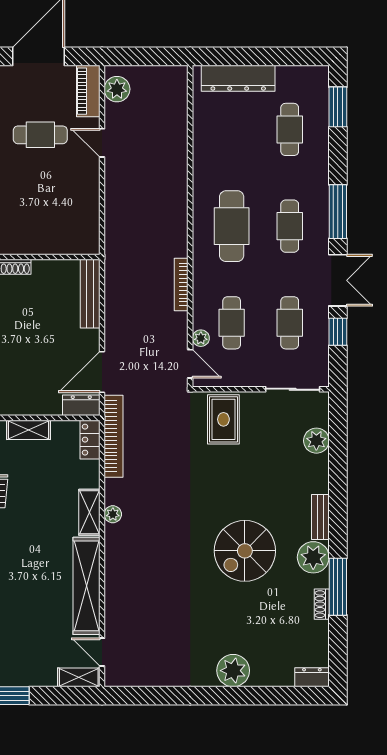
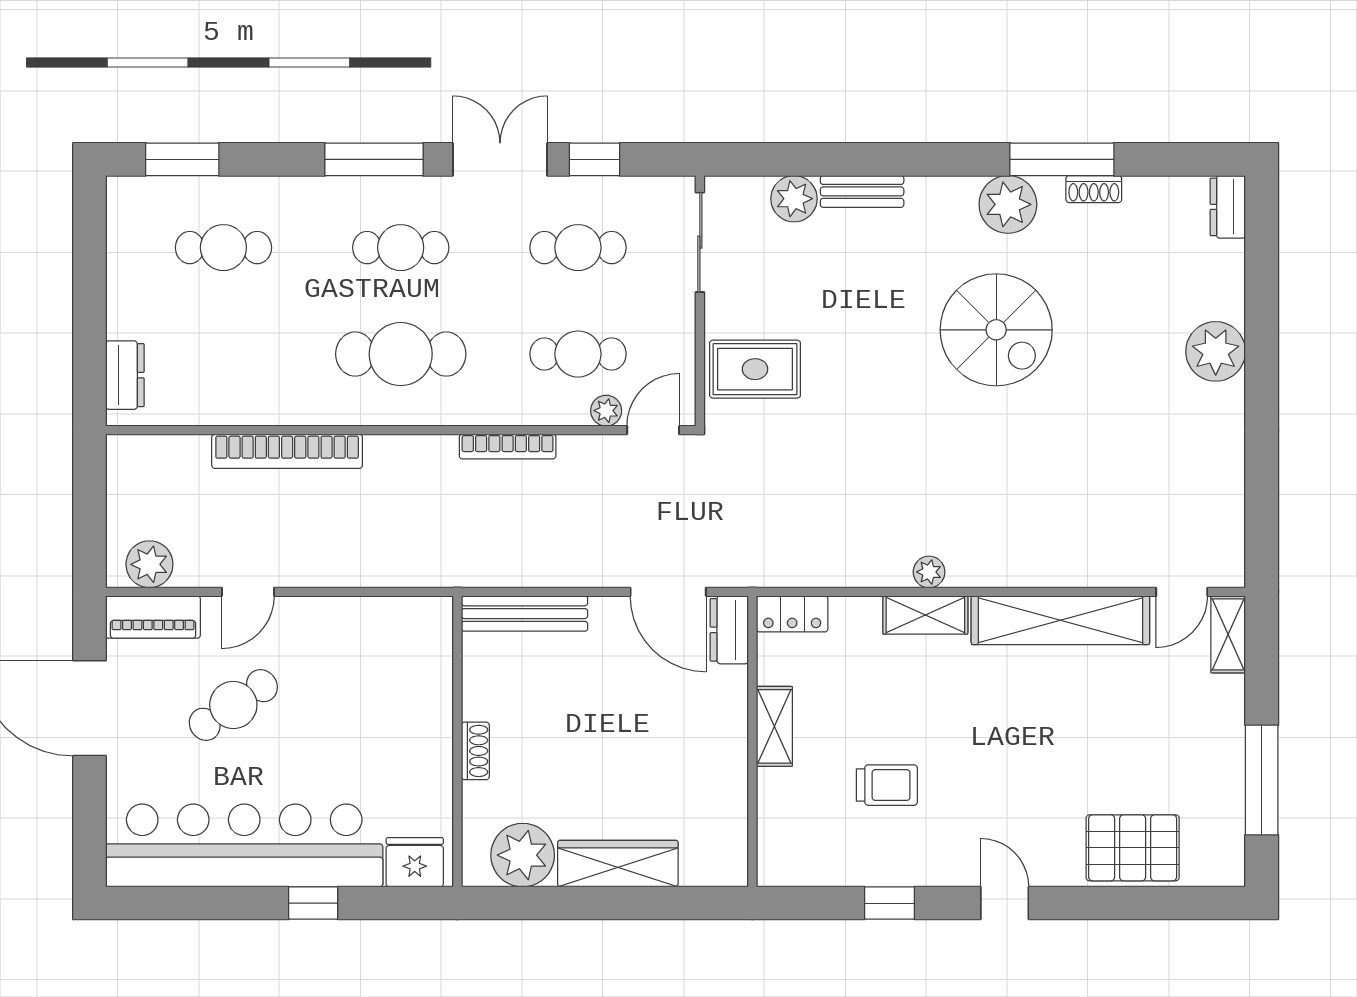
dresser: (238, 78) -> (125, 375), width x0.51, depth x0.80
cafe table: (40, 135) -> (233, 705), turned 56
bookcase: (114, 436) -> (287, 451), moved, turned 180
bench: (320, 517) -> (862, 191), moved

